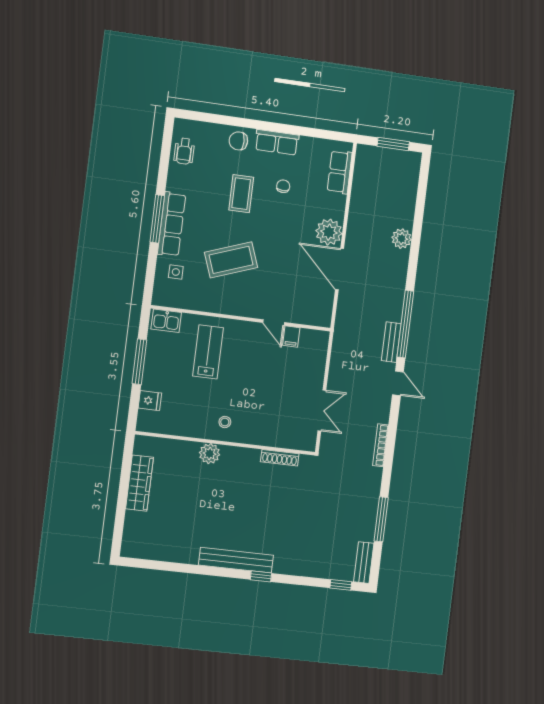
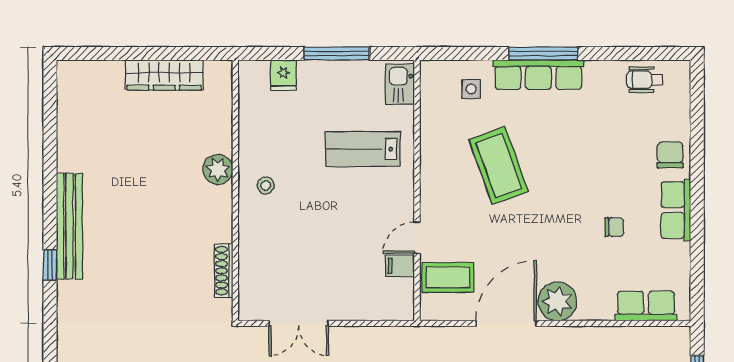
coffee table: (241, 194) -> (448, 277), moved
lab bench: (208, 352) -> (363, 149), turned 180

